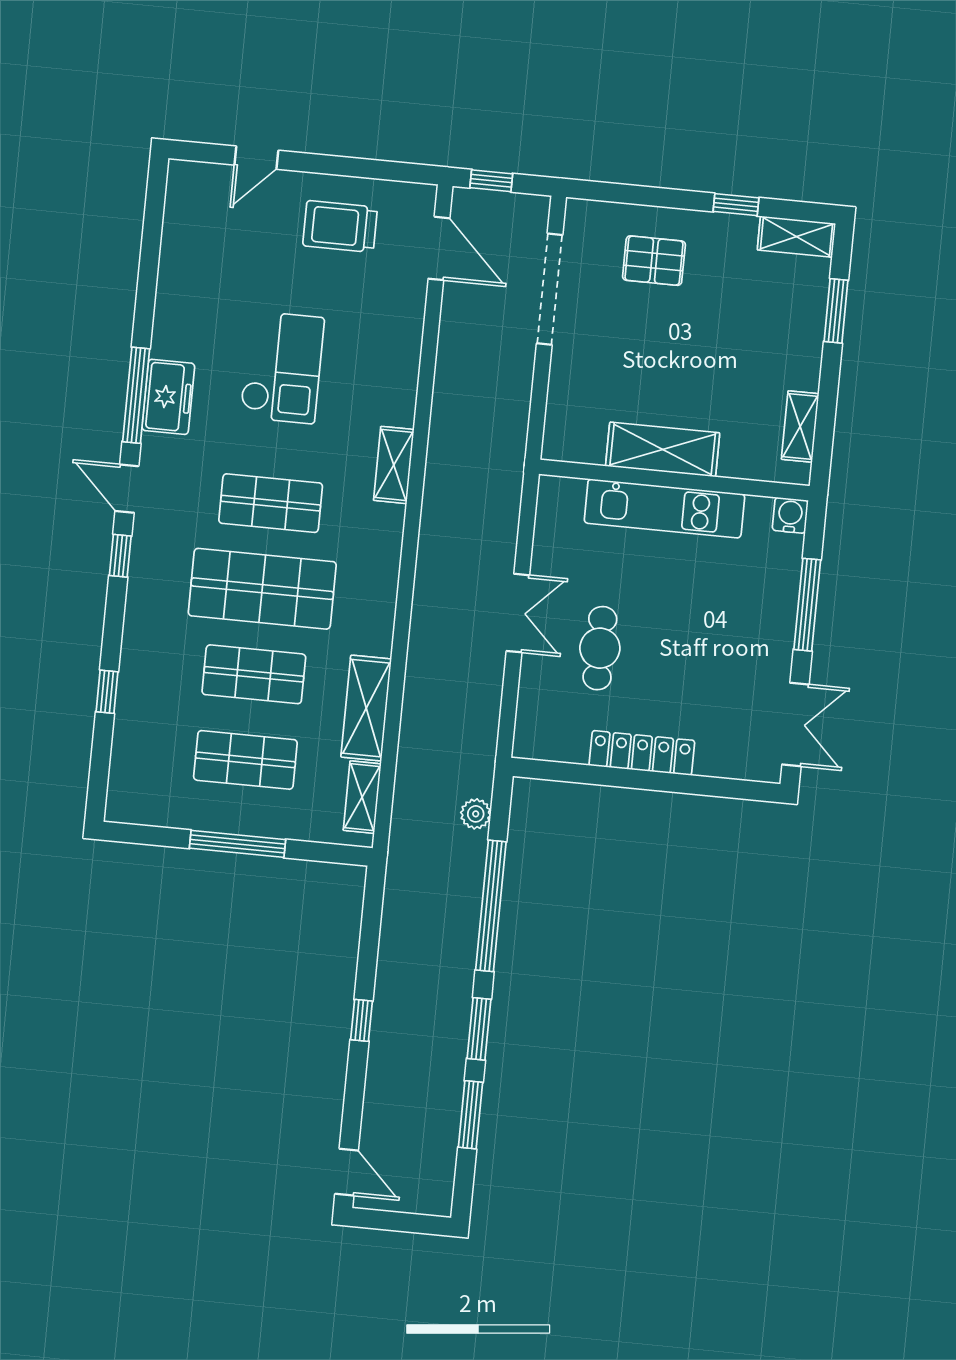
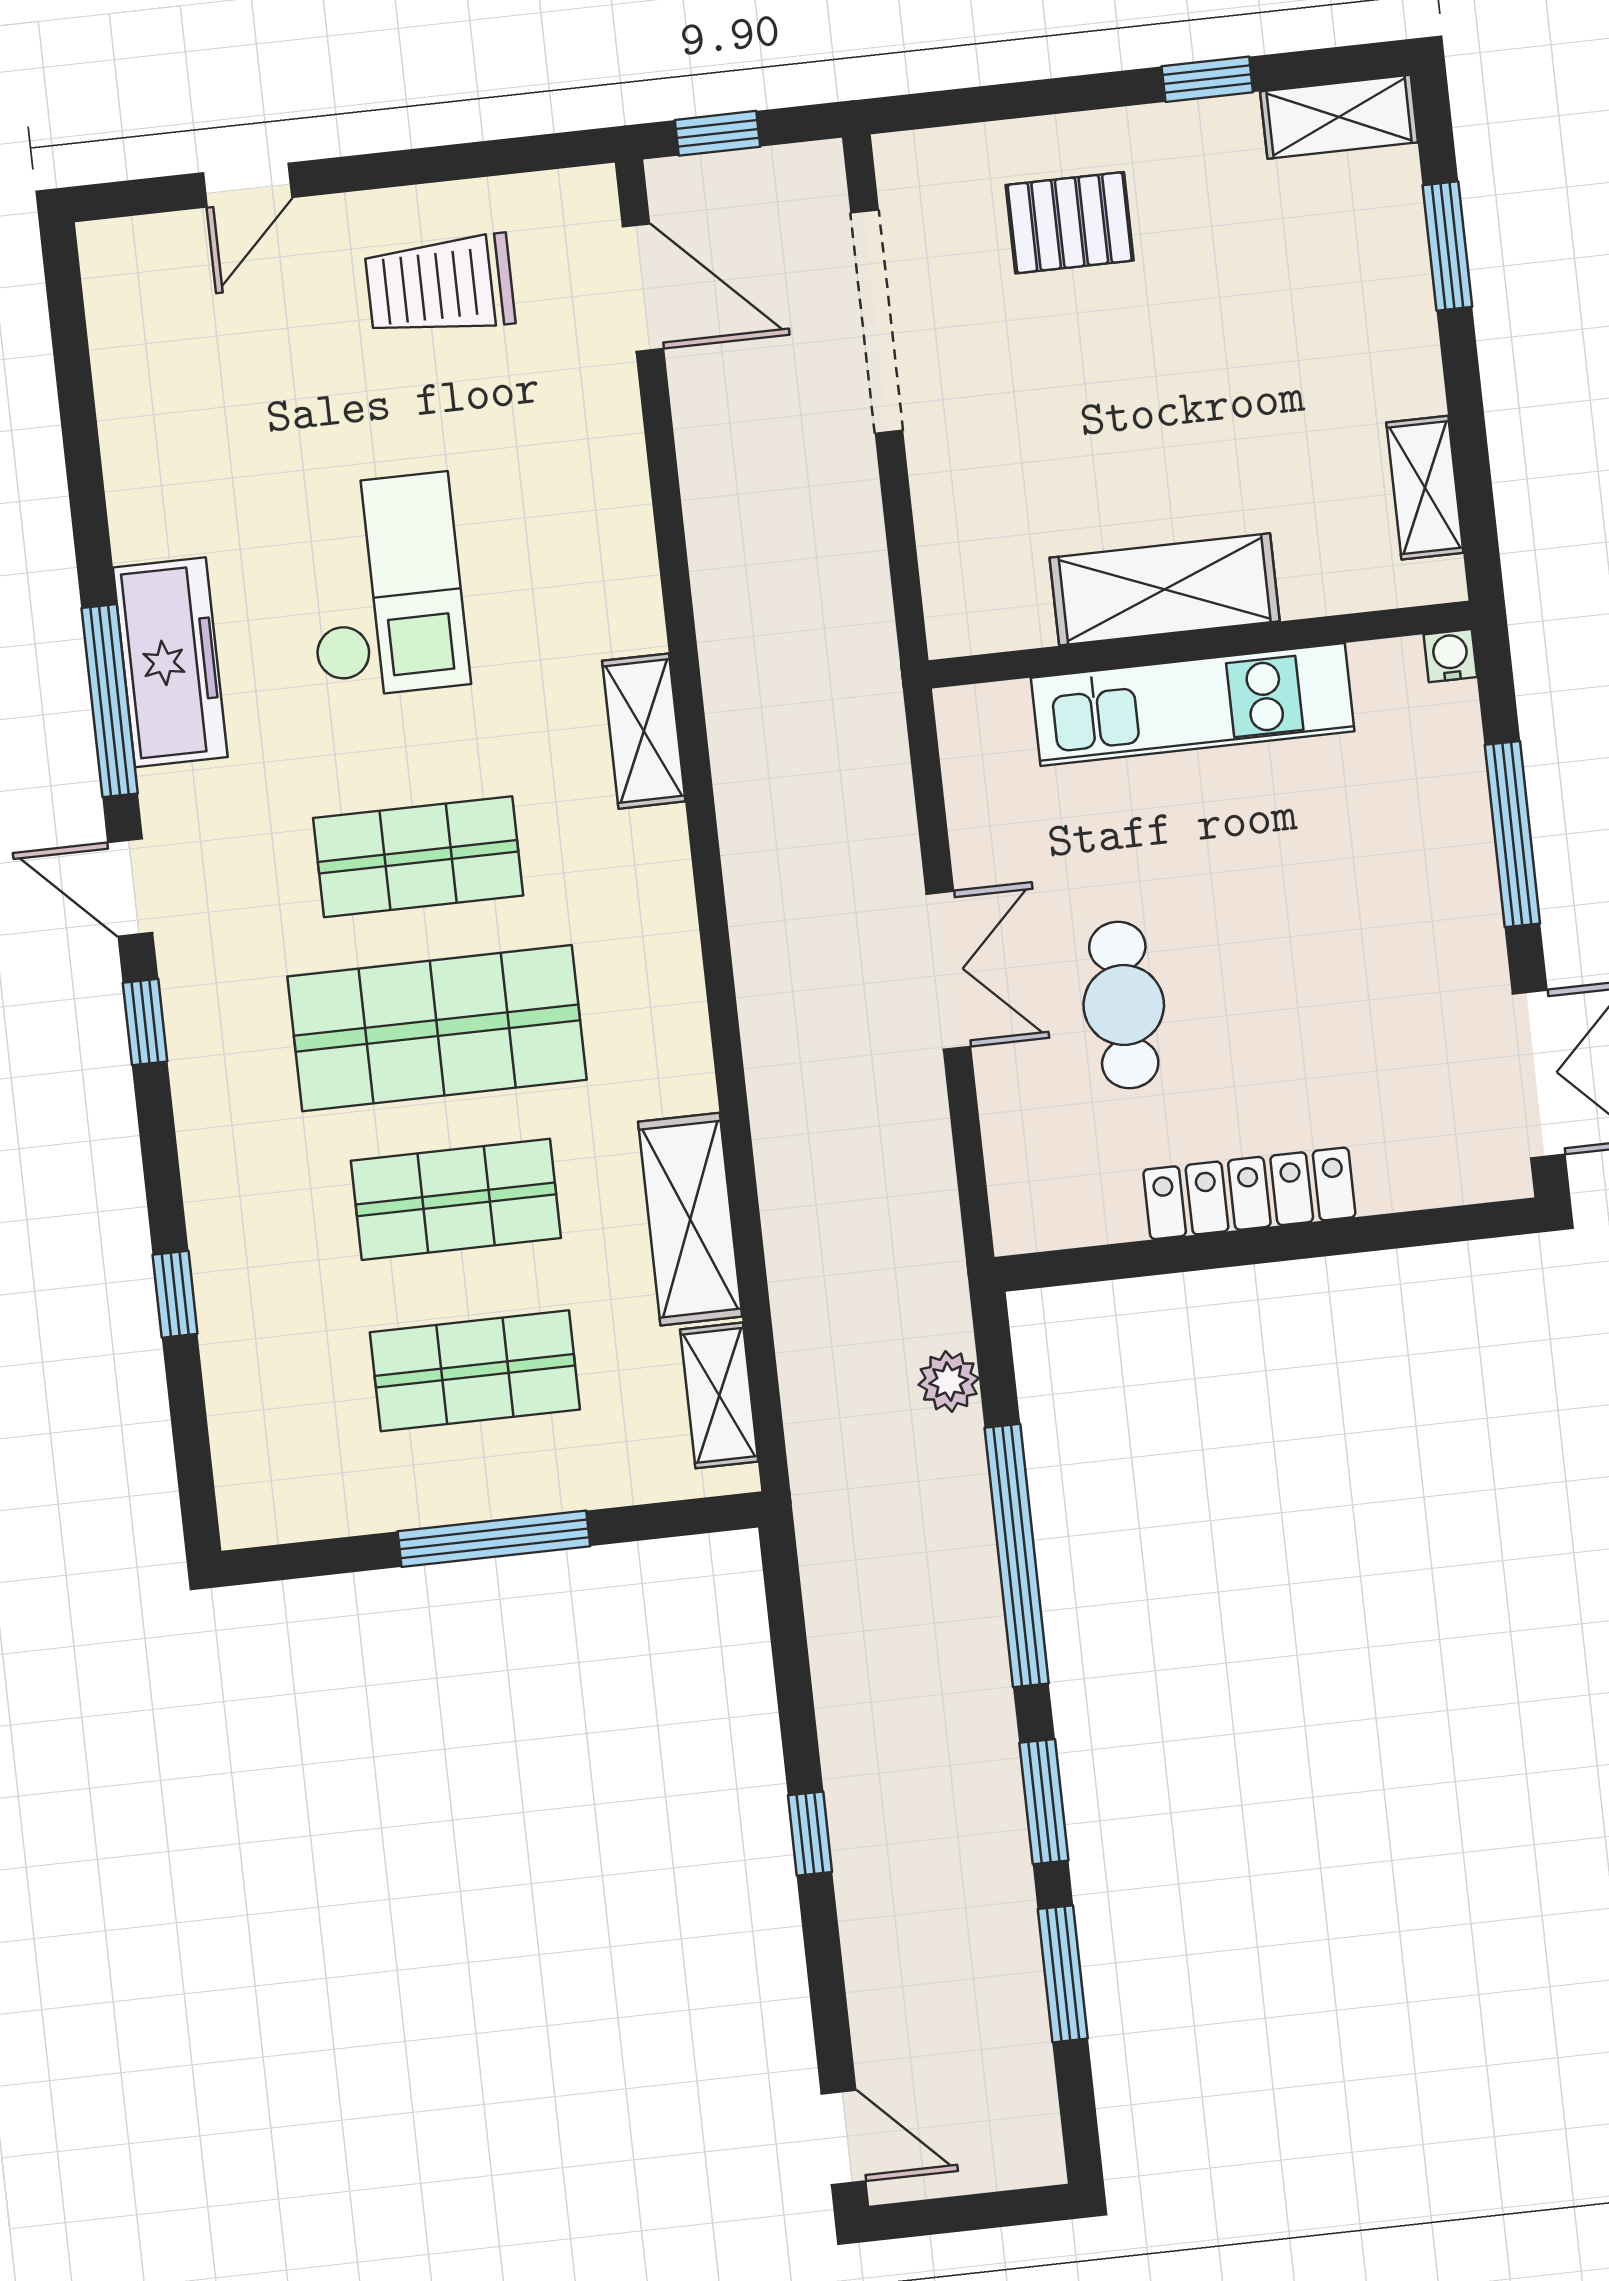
freezer: (168, 397) -> (170, 662), width x1.40
water cooler: (790, 515) -> (1450, 656), width x0.72, depth x0.72

